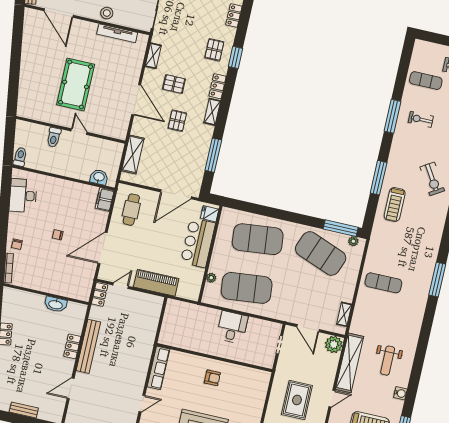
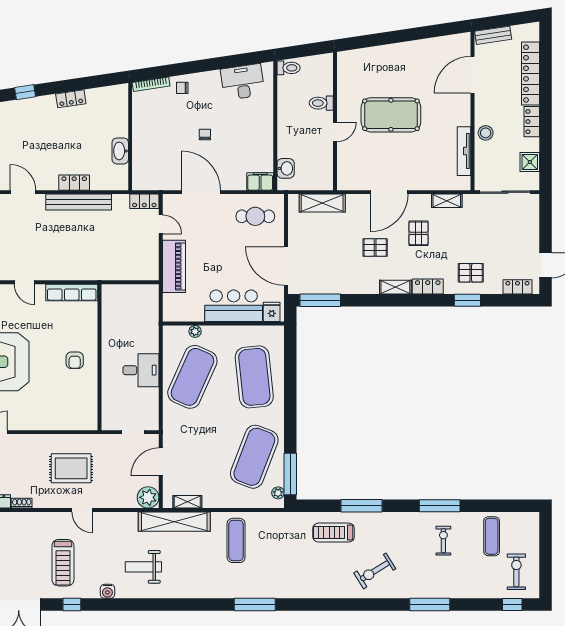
window: (213, 155) -> (320, 300), moved
exercise mat: (247, 288) -> (192, 377), turned 30
shelving: (350, 363) -> (174, 522), moved

